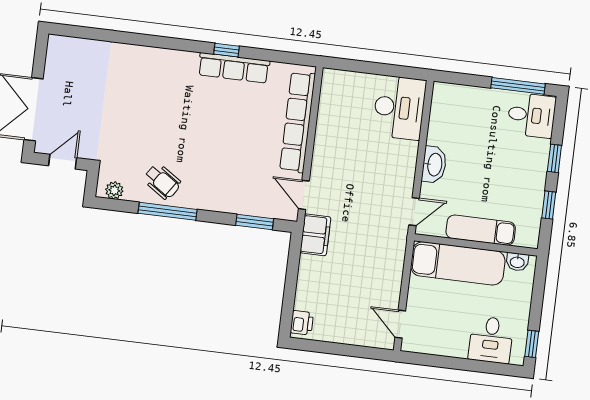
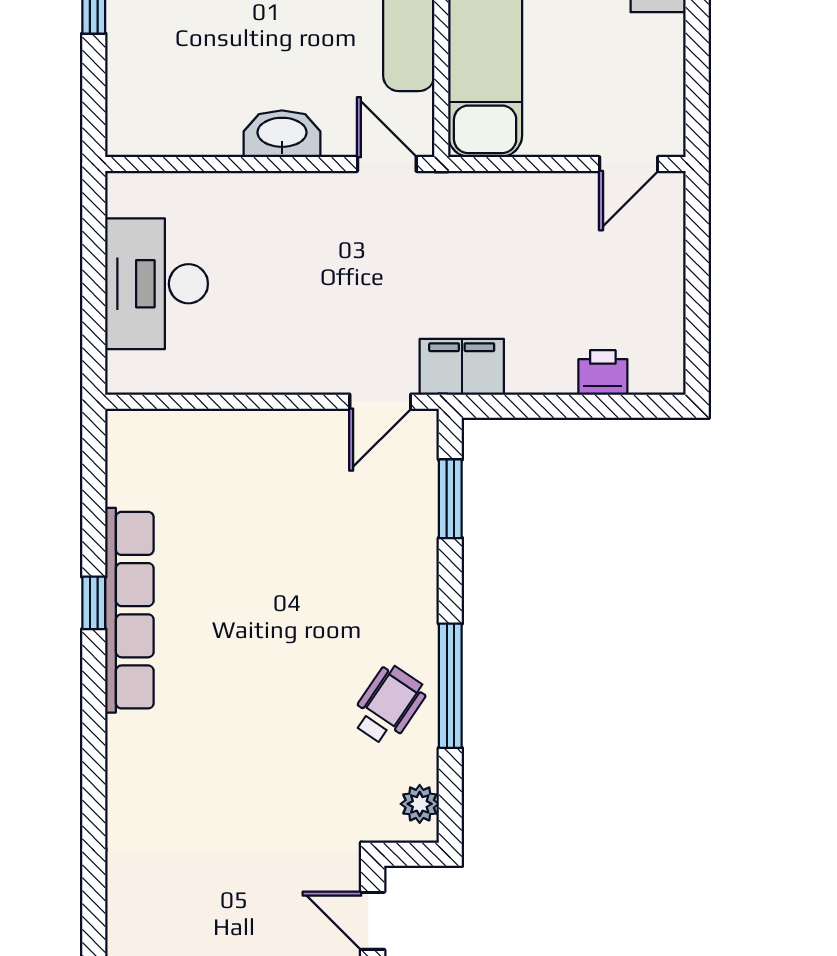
row of seats: (234, 68) -> (129, 610), width x1.36
desk: (399, 108) -> (157, 284), moved, turned -90
row of seats: (298, 122) -> (228, 434), removed
printer: (302, 323) -> (603, 373), moved

